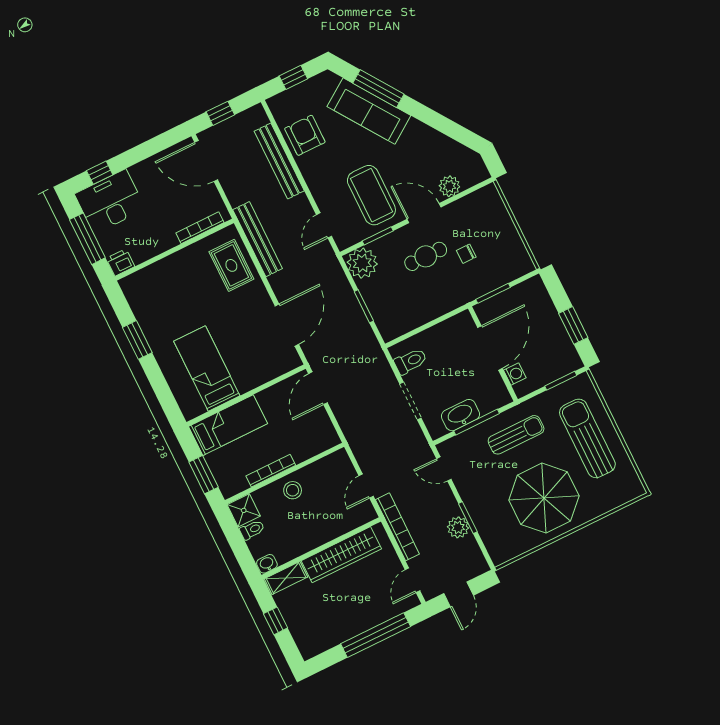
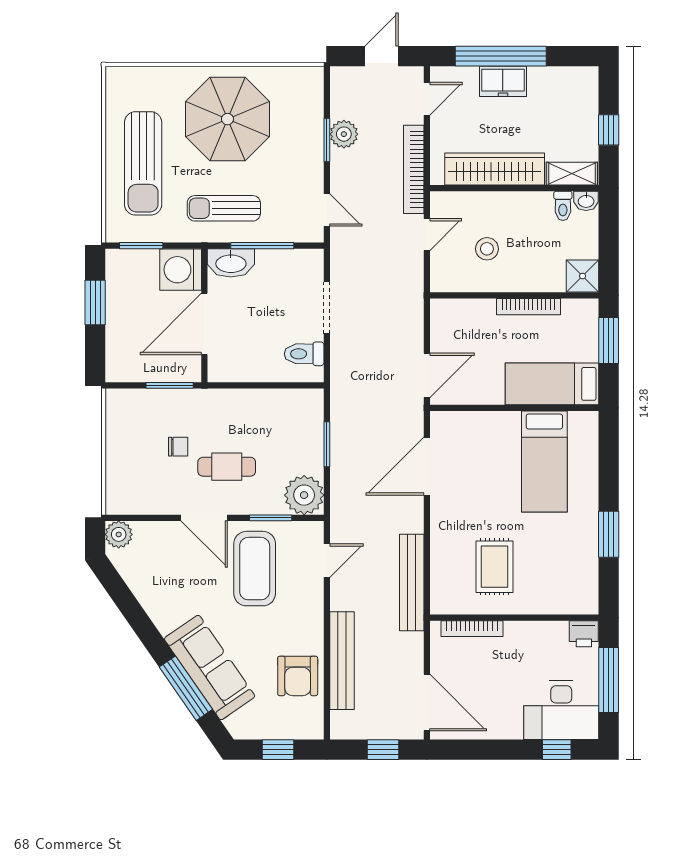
plant: (449, 186) -> (119, 534), moved
rug: (231, 265) -> (495, 567), moved
washing machine: (515, 374) -> (181, 270), width x1.89, depth x1.89
washbasin: (460, 415) -> (231, 263), moved
stool: (293, 490) -> (487, 249), moved
toilet: (252, 530) -> (563, 206), moved, turned -90
freezer: (365, 618) -> (503, 81), added

